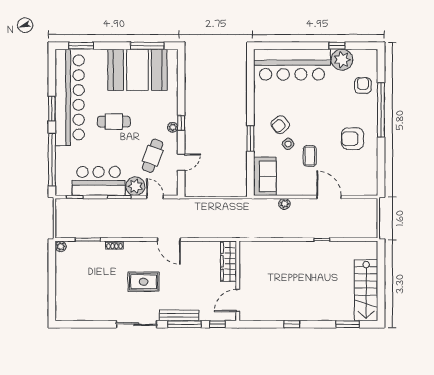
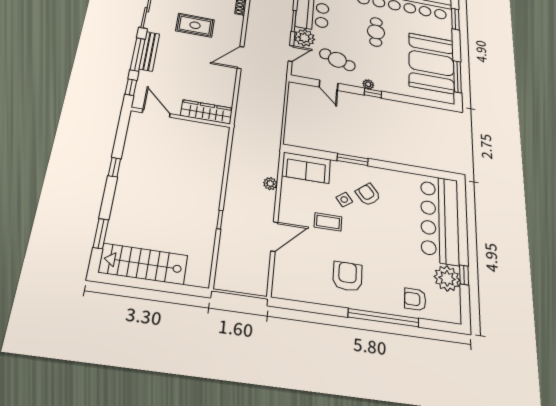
armchair: (363, 85) -> (415, 299), turned 180
rug: (144, 282) -> (195, 25), turned 90

